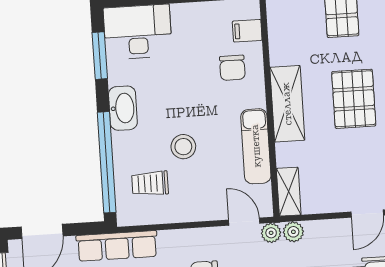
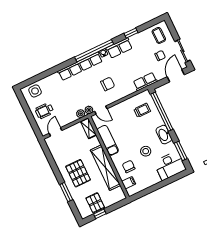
shelving: (287, 104) -> (106, 168), width x1.47
stool: (183, 147) -> (146, 151), moved
row of seats: (117, 246) -> (145, 82), width x0.68

